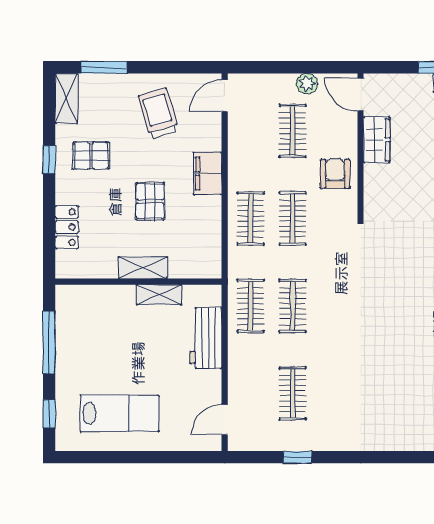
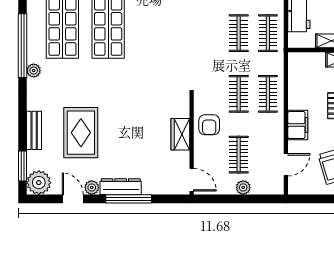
plant: (307, 84) -> (243, 187), moved
door: (225, 96) -> (286, 165), moved
wardrobe: (377, 140) -> (180, 134), moved

